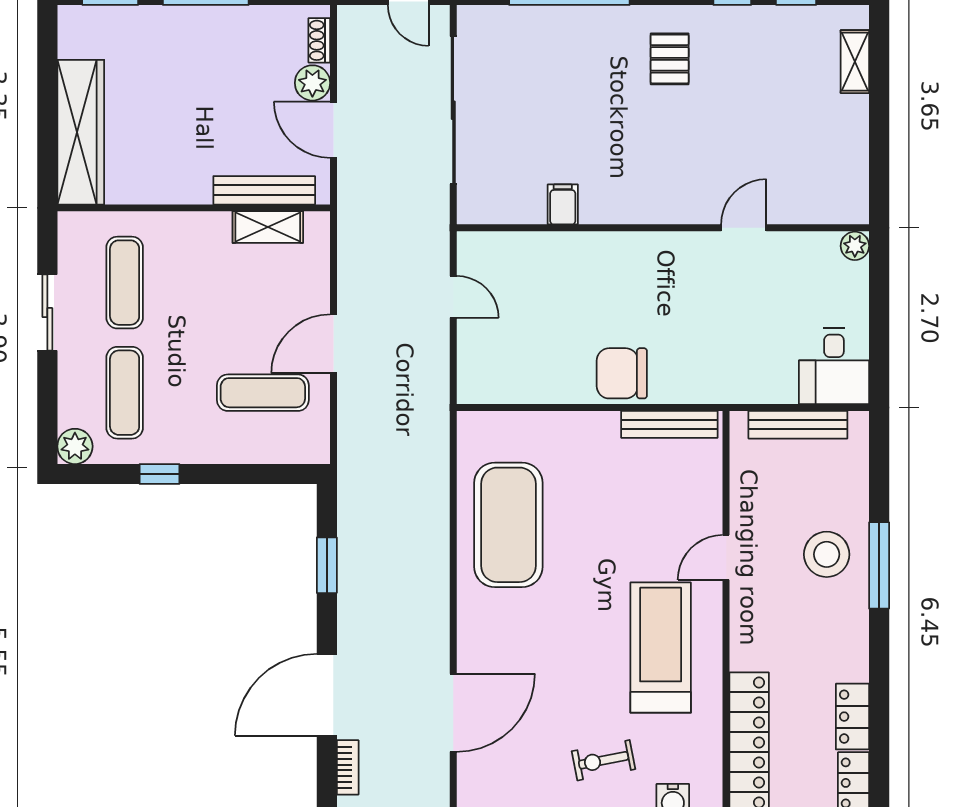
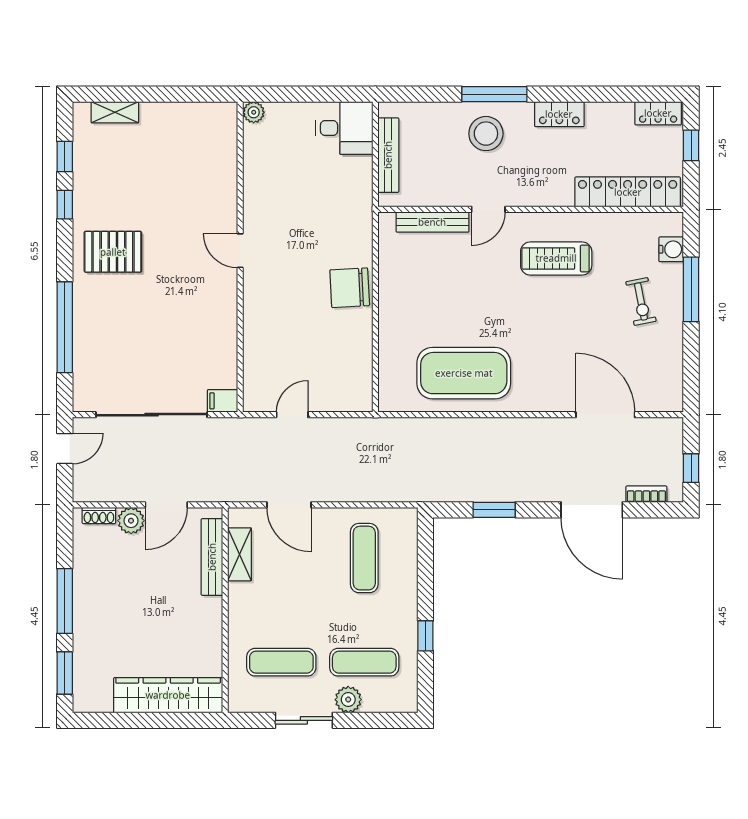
pallet: (670, 59) -> (113, 252), width x1.50, depth x1.42
filing cabinet: (563, 204) -> (222, 401), moved
door: (744, 228) -> (240, 251), moved
door: (333, 344) -> (289, 505), moved
chair: (622, 373) -> (350, 288), turned 87
bench: (669, 424) -> (432, 222), moved, turned 90
plant: (75, 446) -> (348, 700), moved
door: (726, 557) -> (488, 209), hinge flipped
treadmill: (661, 648) -> (556, 258), width x0.73, depth x0.73
locker: (852, 717) -> (559, 114), moved

